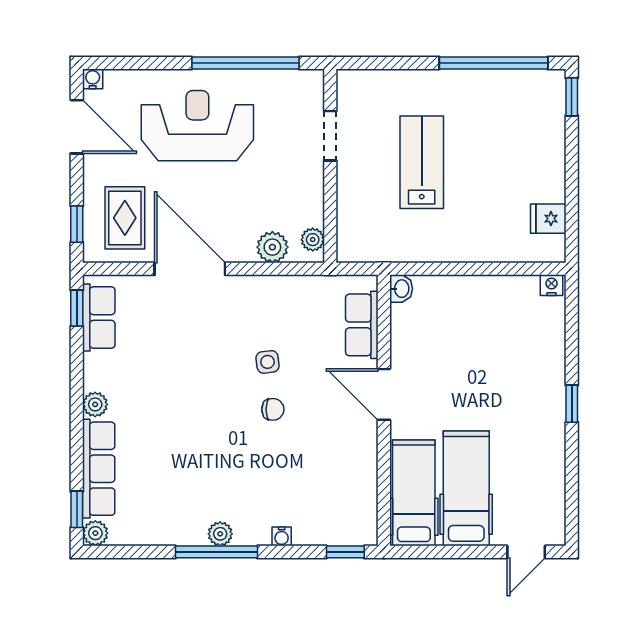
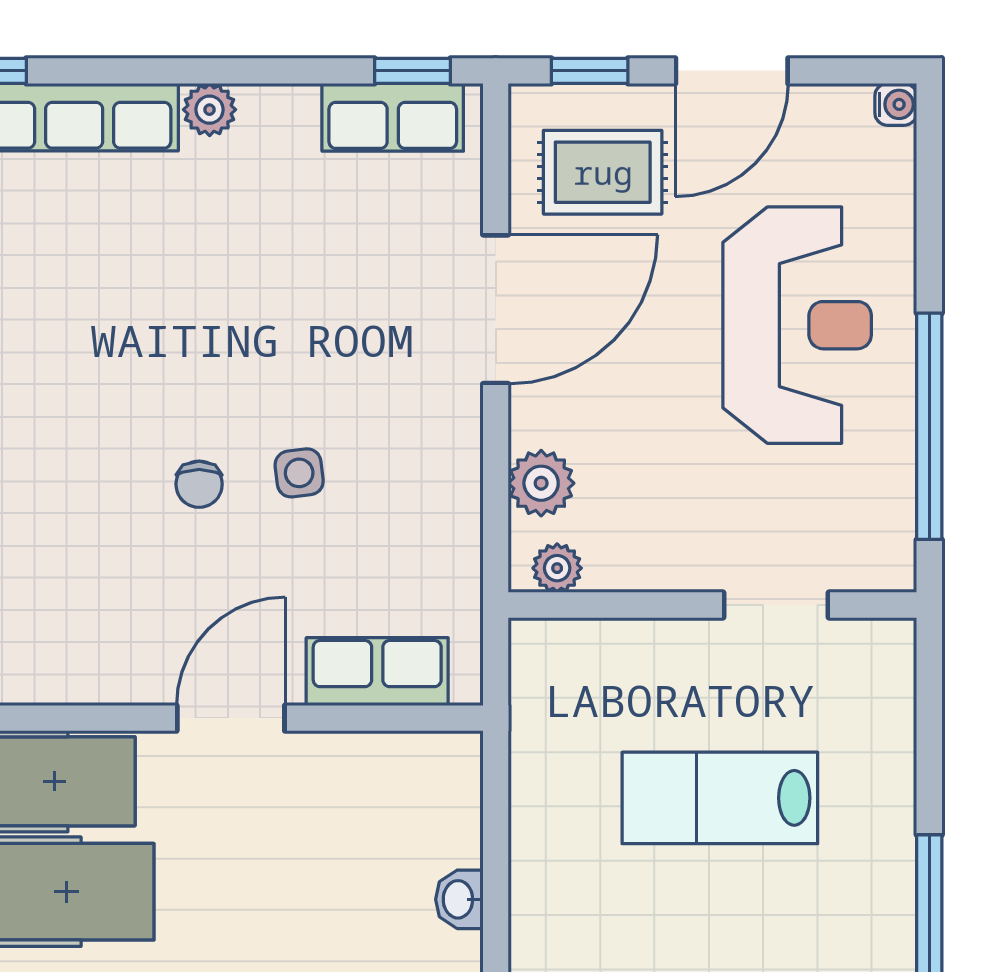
door: (77, 127) -> (732, 71), moved
lab bench: (422, 162) -> (720, 798), turned 180
washbasin: (401, 289) -> (459, 899), moved, turned 90

